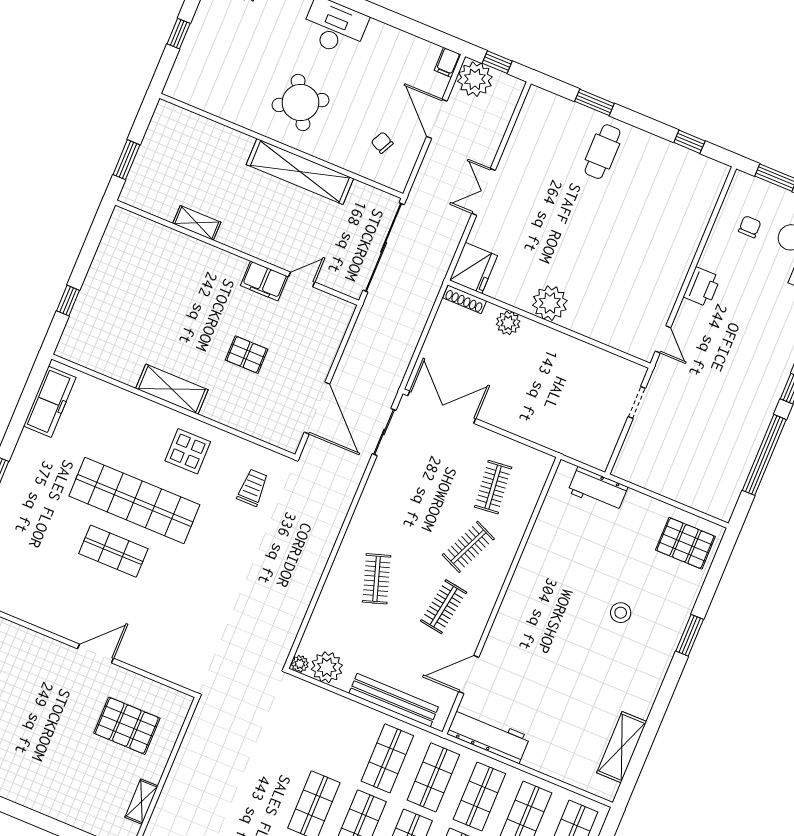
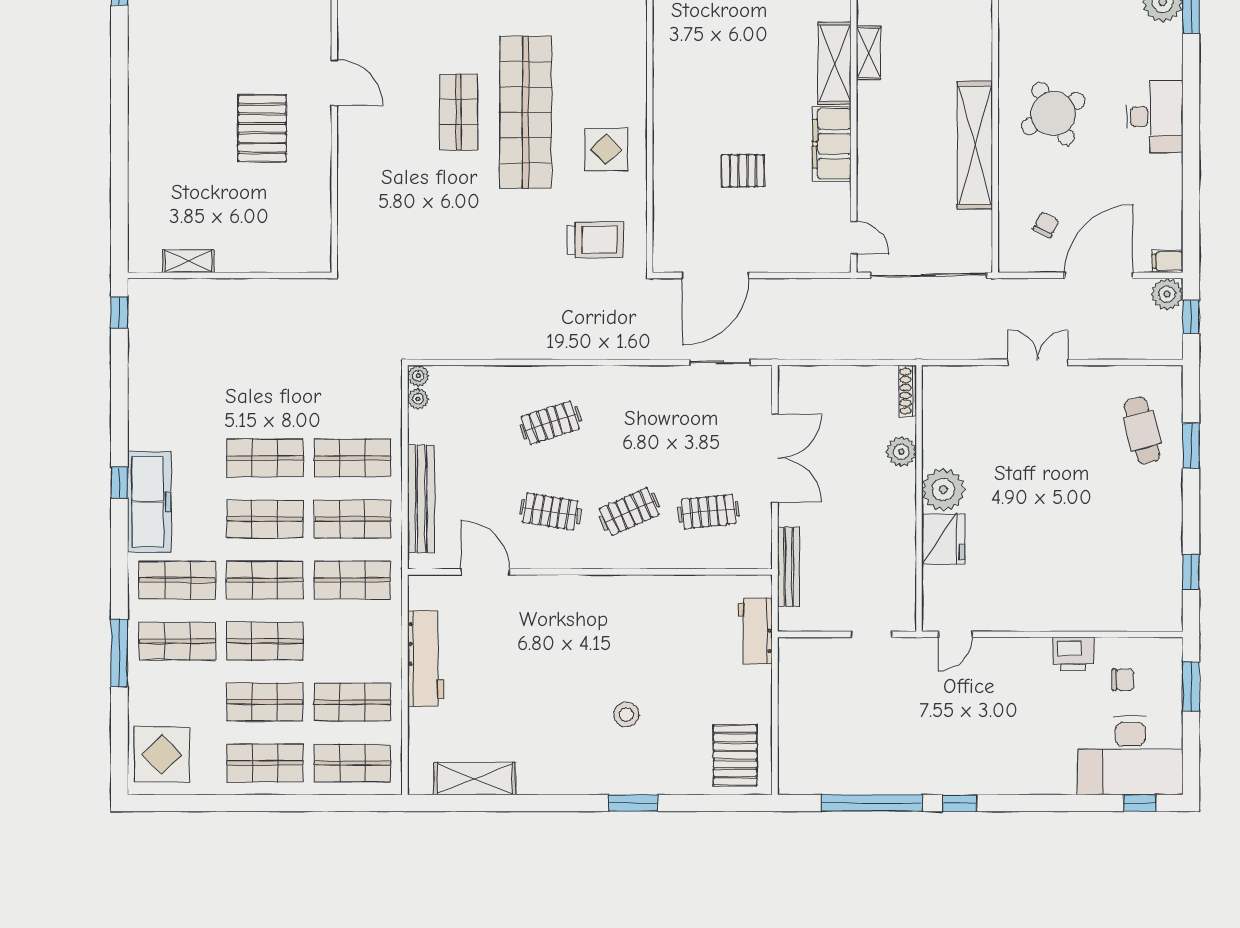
plant: (475, 79) -> (1167, 294), width x0.73, depth x0.73
door: (437, 119) -> (1099, 275), width x1.36
cafe table: (603, 152) -> (1142, 430), moved, turned 76
fridge: (473, 268) -> (943, 539), moved, turned -90
door: (302, 279) -> (854, 238), moved
filing cabinet: (264, 281) -> (832, 144), width x1.50, depth x1.17
printer: (702, 287) -> (1073, 654), moved
pallet: (247, 355) -> (743, 171), turned 90
shelving: (172, 389) -> (835, 63), moved
double door: (442, 407) -> (775, 458), moved
bench: (560, 444) -> (789, 567), added
trolley: (253, 488) -> (595, 240), width x1.36, depth x1.39
clothes rail: (468, 547) -> (629, 512), turned -48
door: (96, 654) -> (334, 83), moved
plant: (327, 667) -> (418, 399), width x0.53, depth x0.53
pallet: (127, 726) -> (262, 128), moved
workbench: (488, 735) -> (426, 658), moved
shop shelf: (479, 796) -> (352, 458), moved

